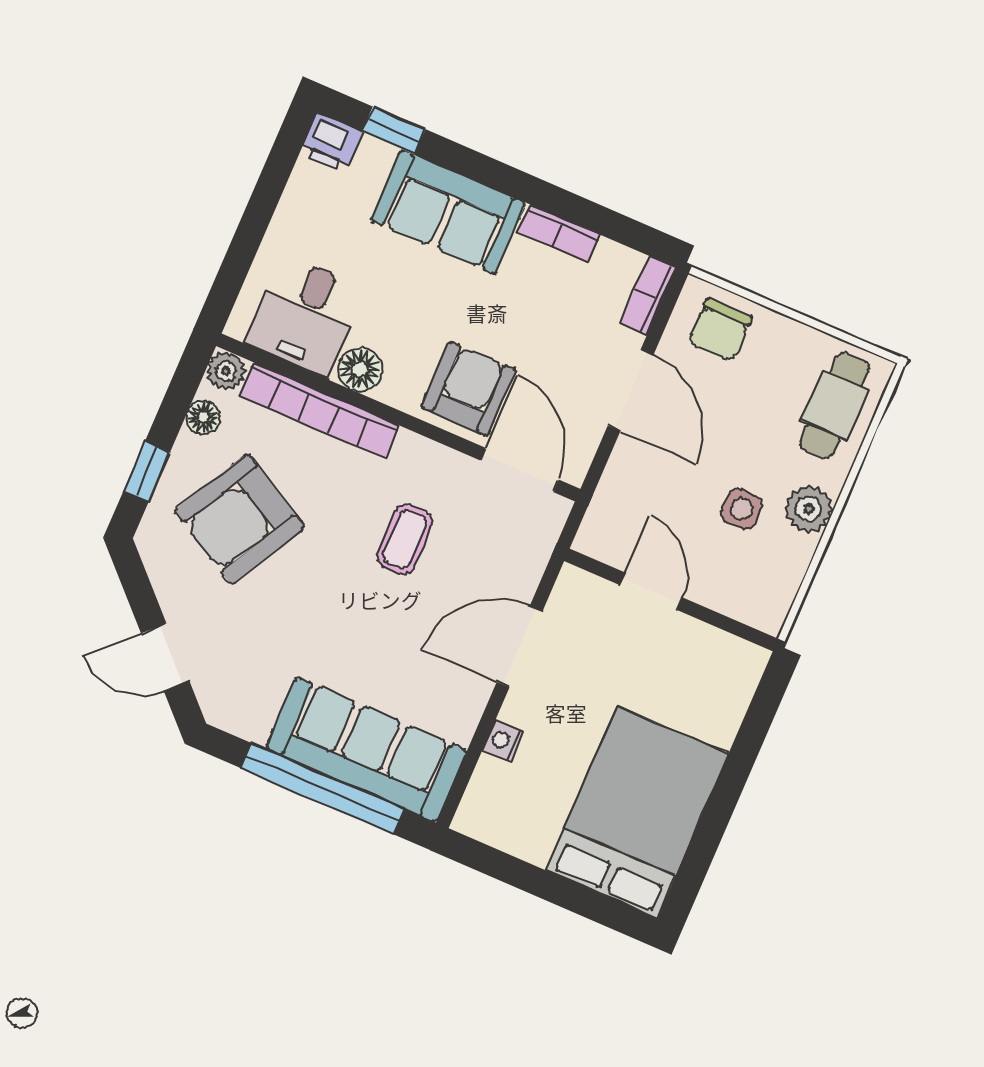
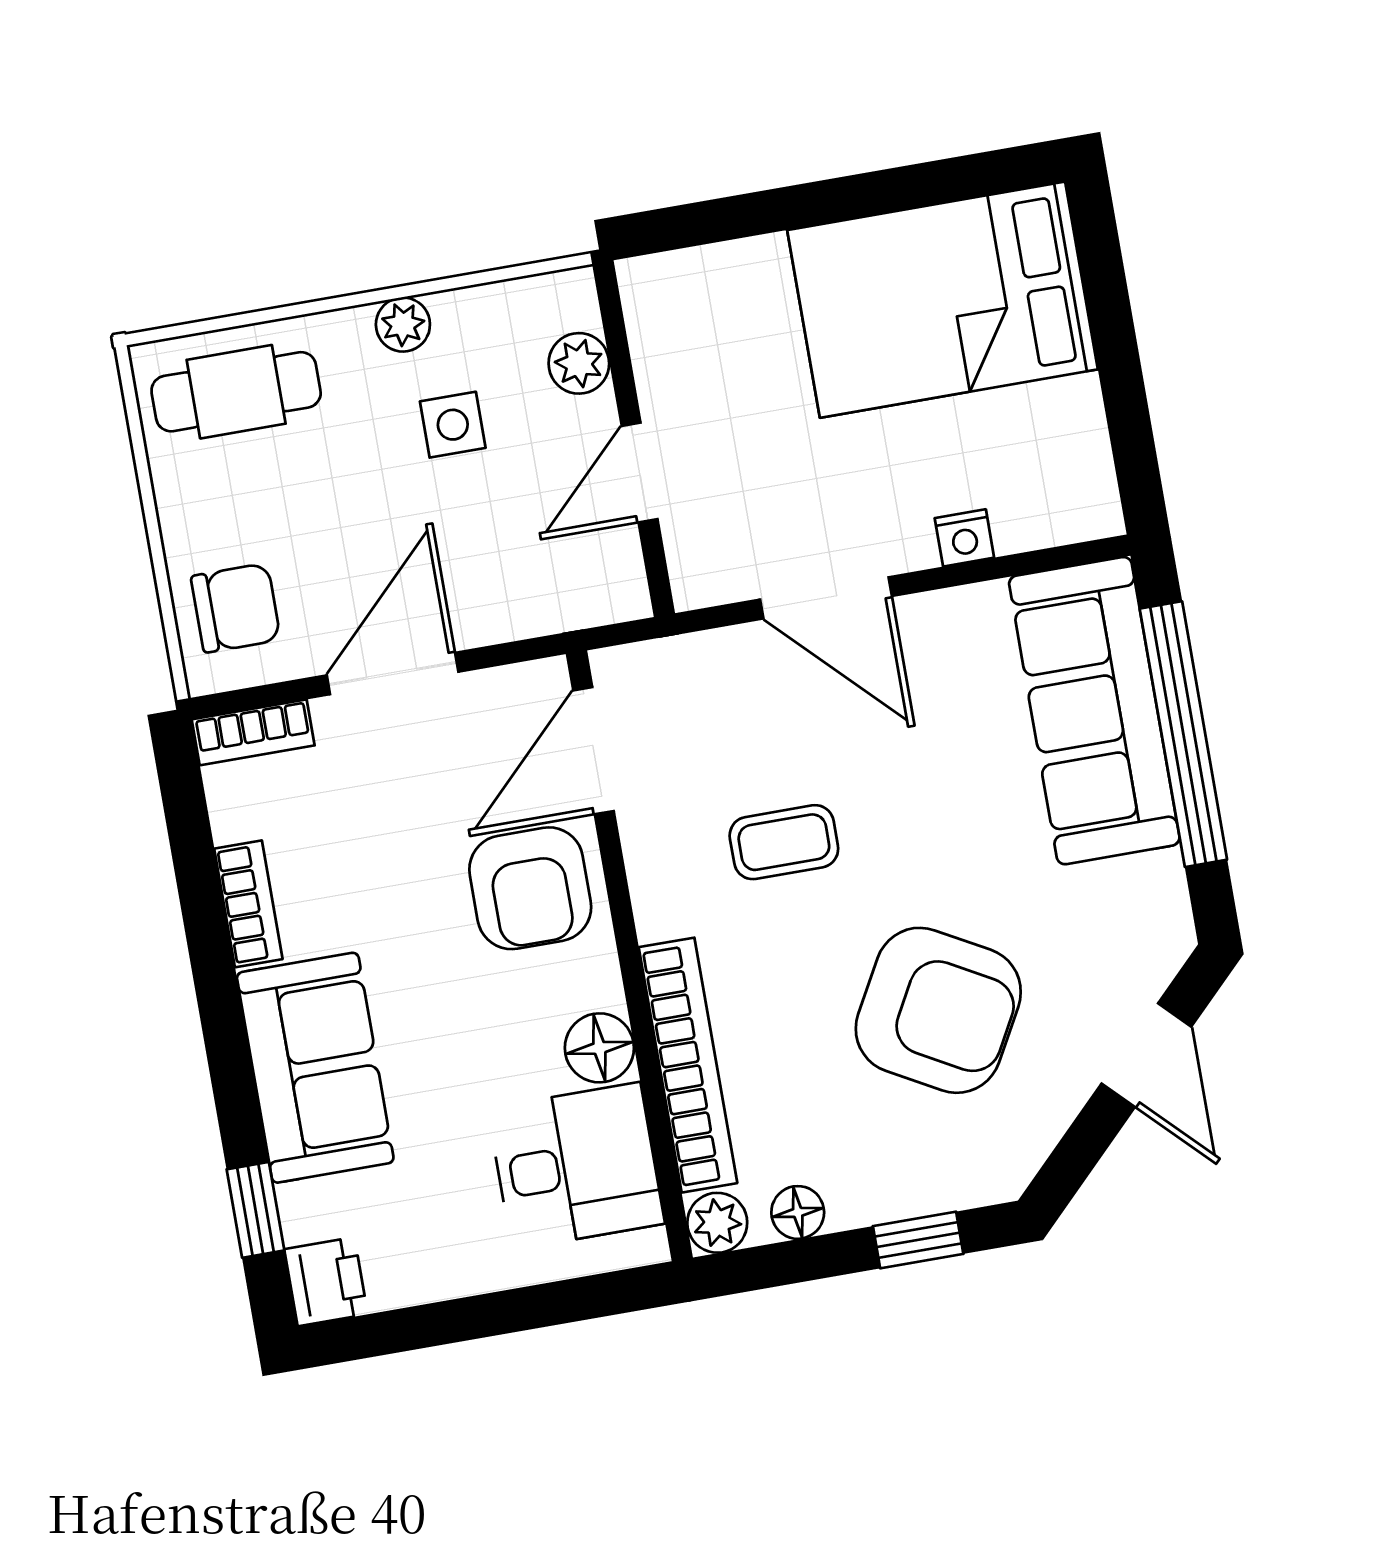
armchair: (469, 388) -> (530, 888), turned -90
plant: (809, 509) -> (403, 325), width x0.73, depth x0.73
armchair: (240, 519) -> (938, 1010), moved
plant: (730, 597) -> (579, 363), added

